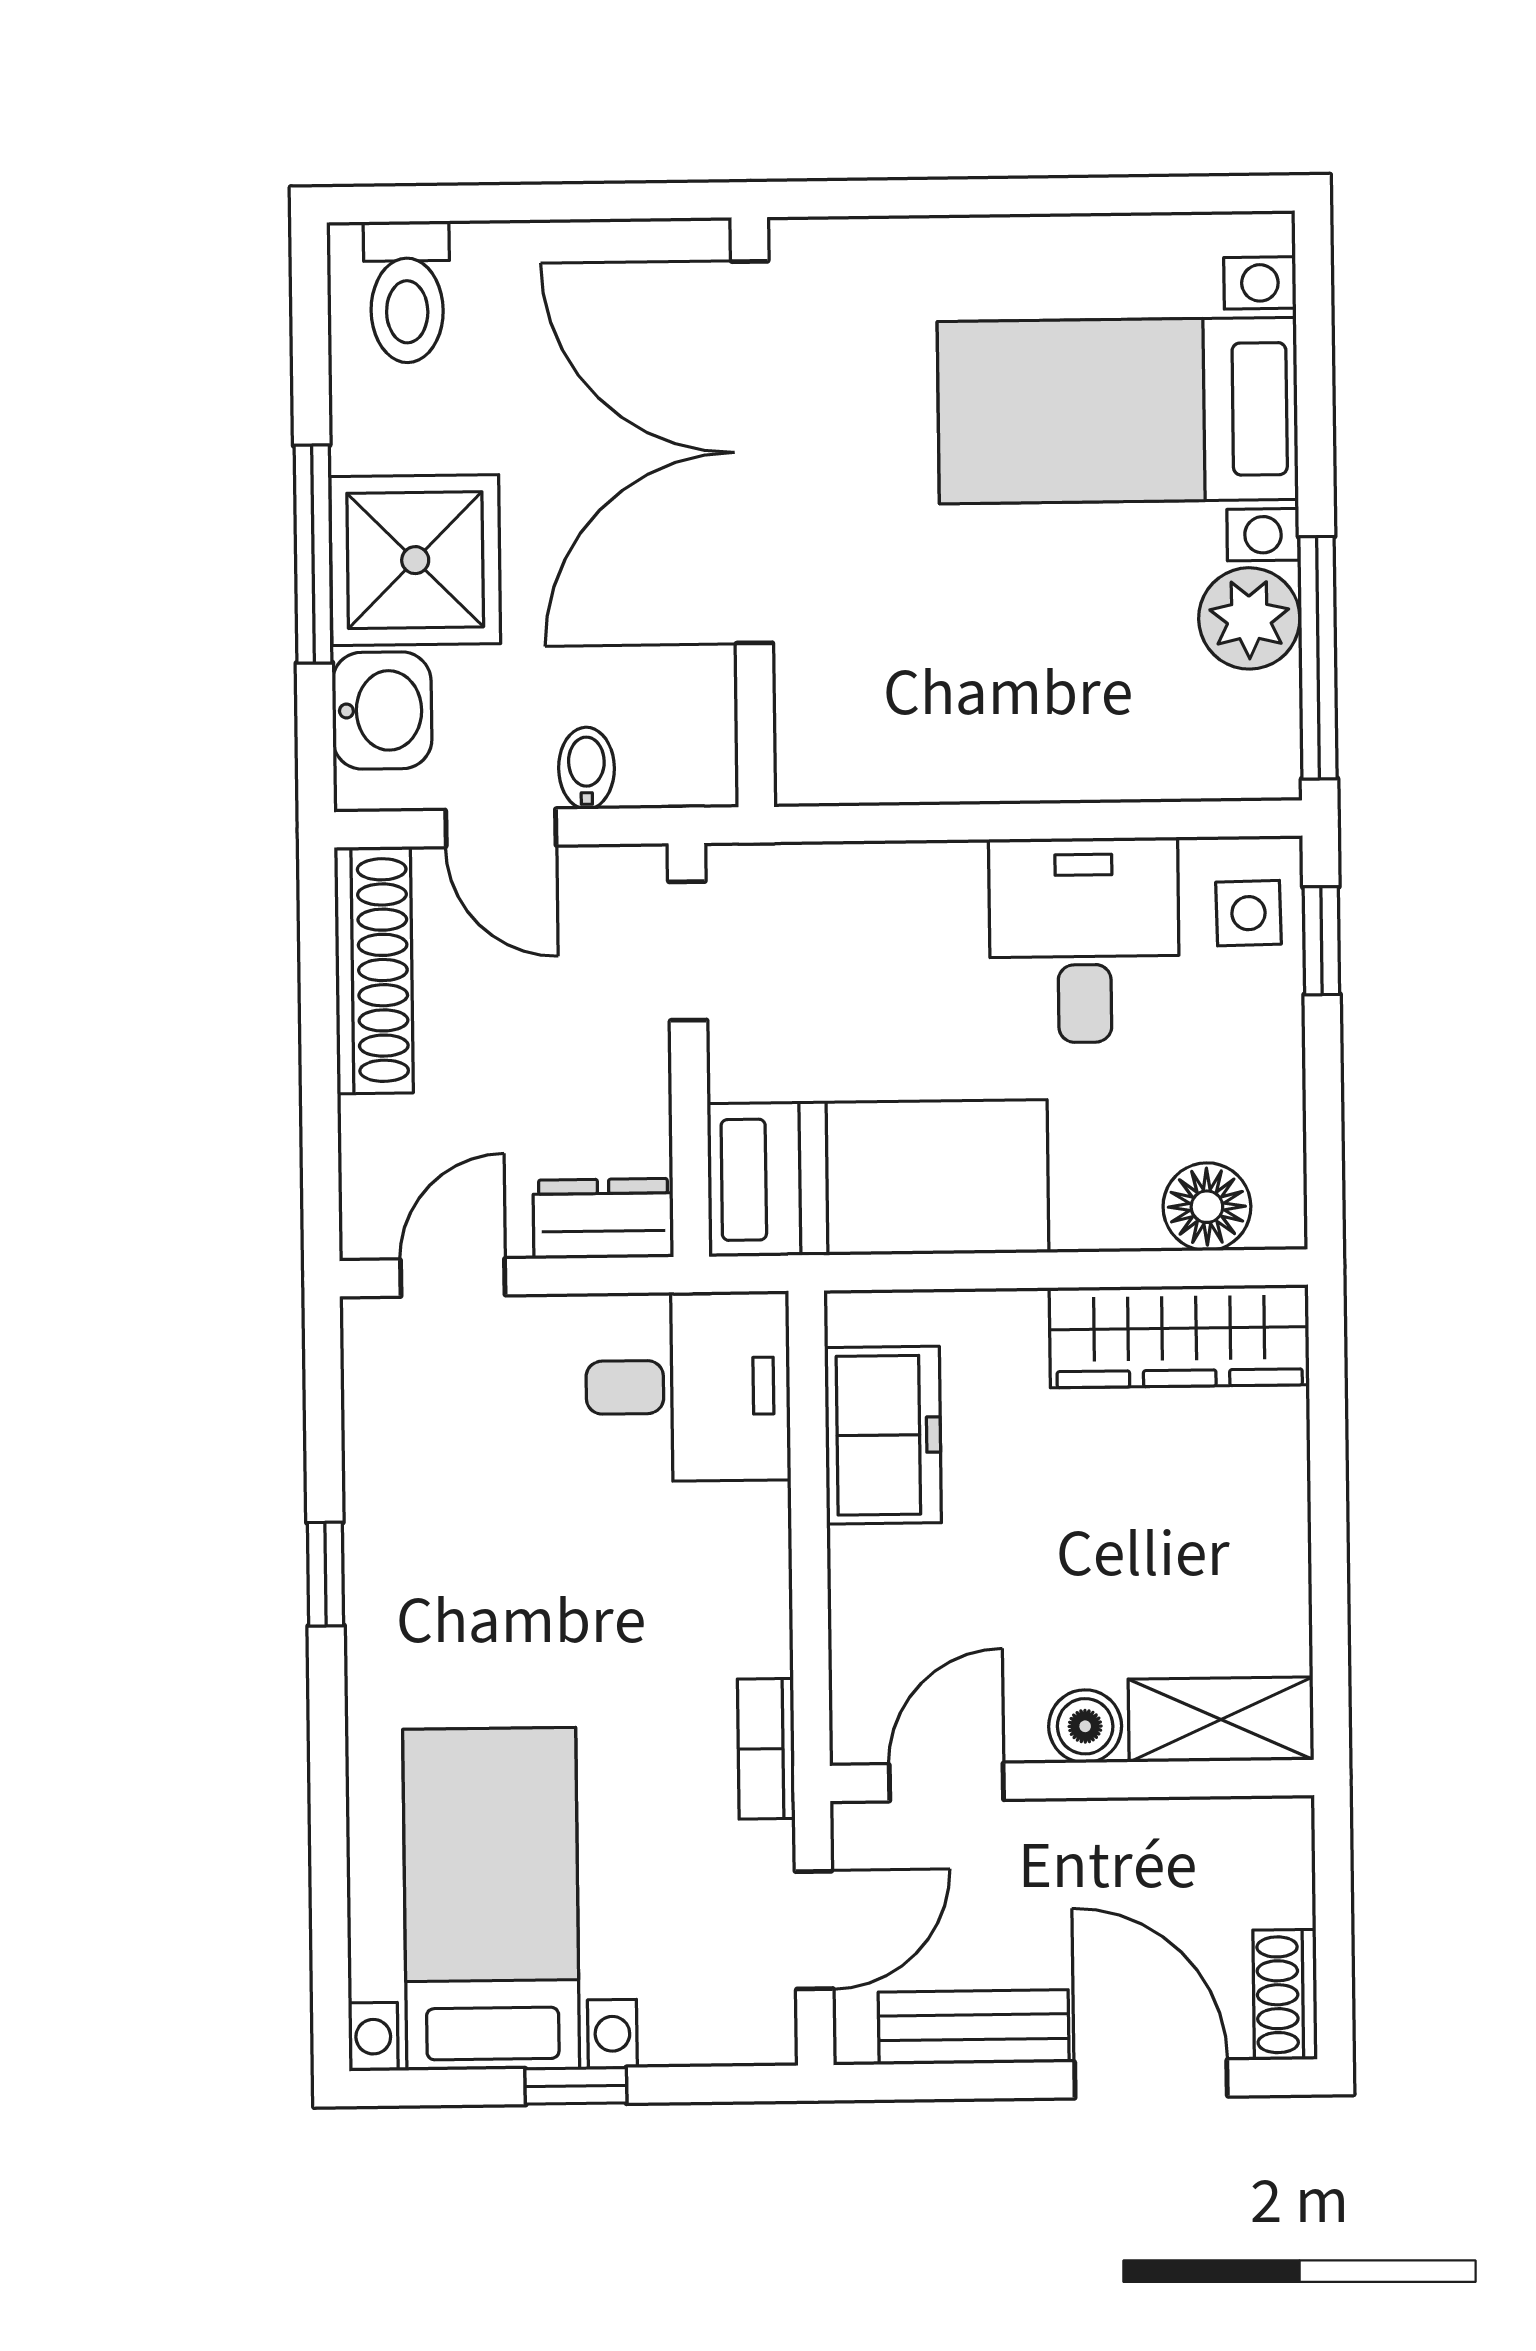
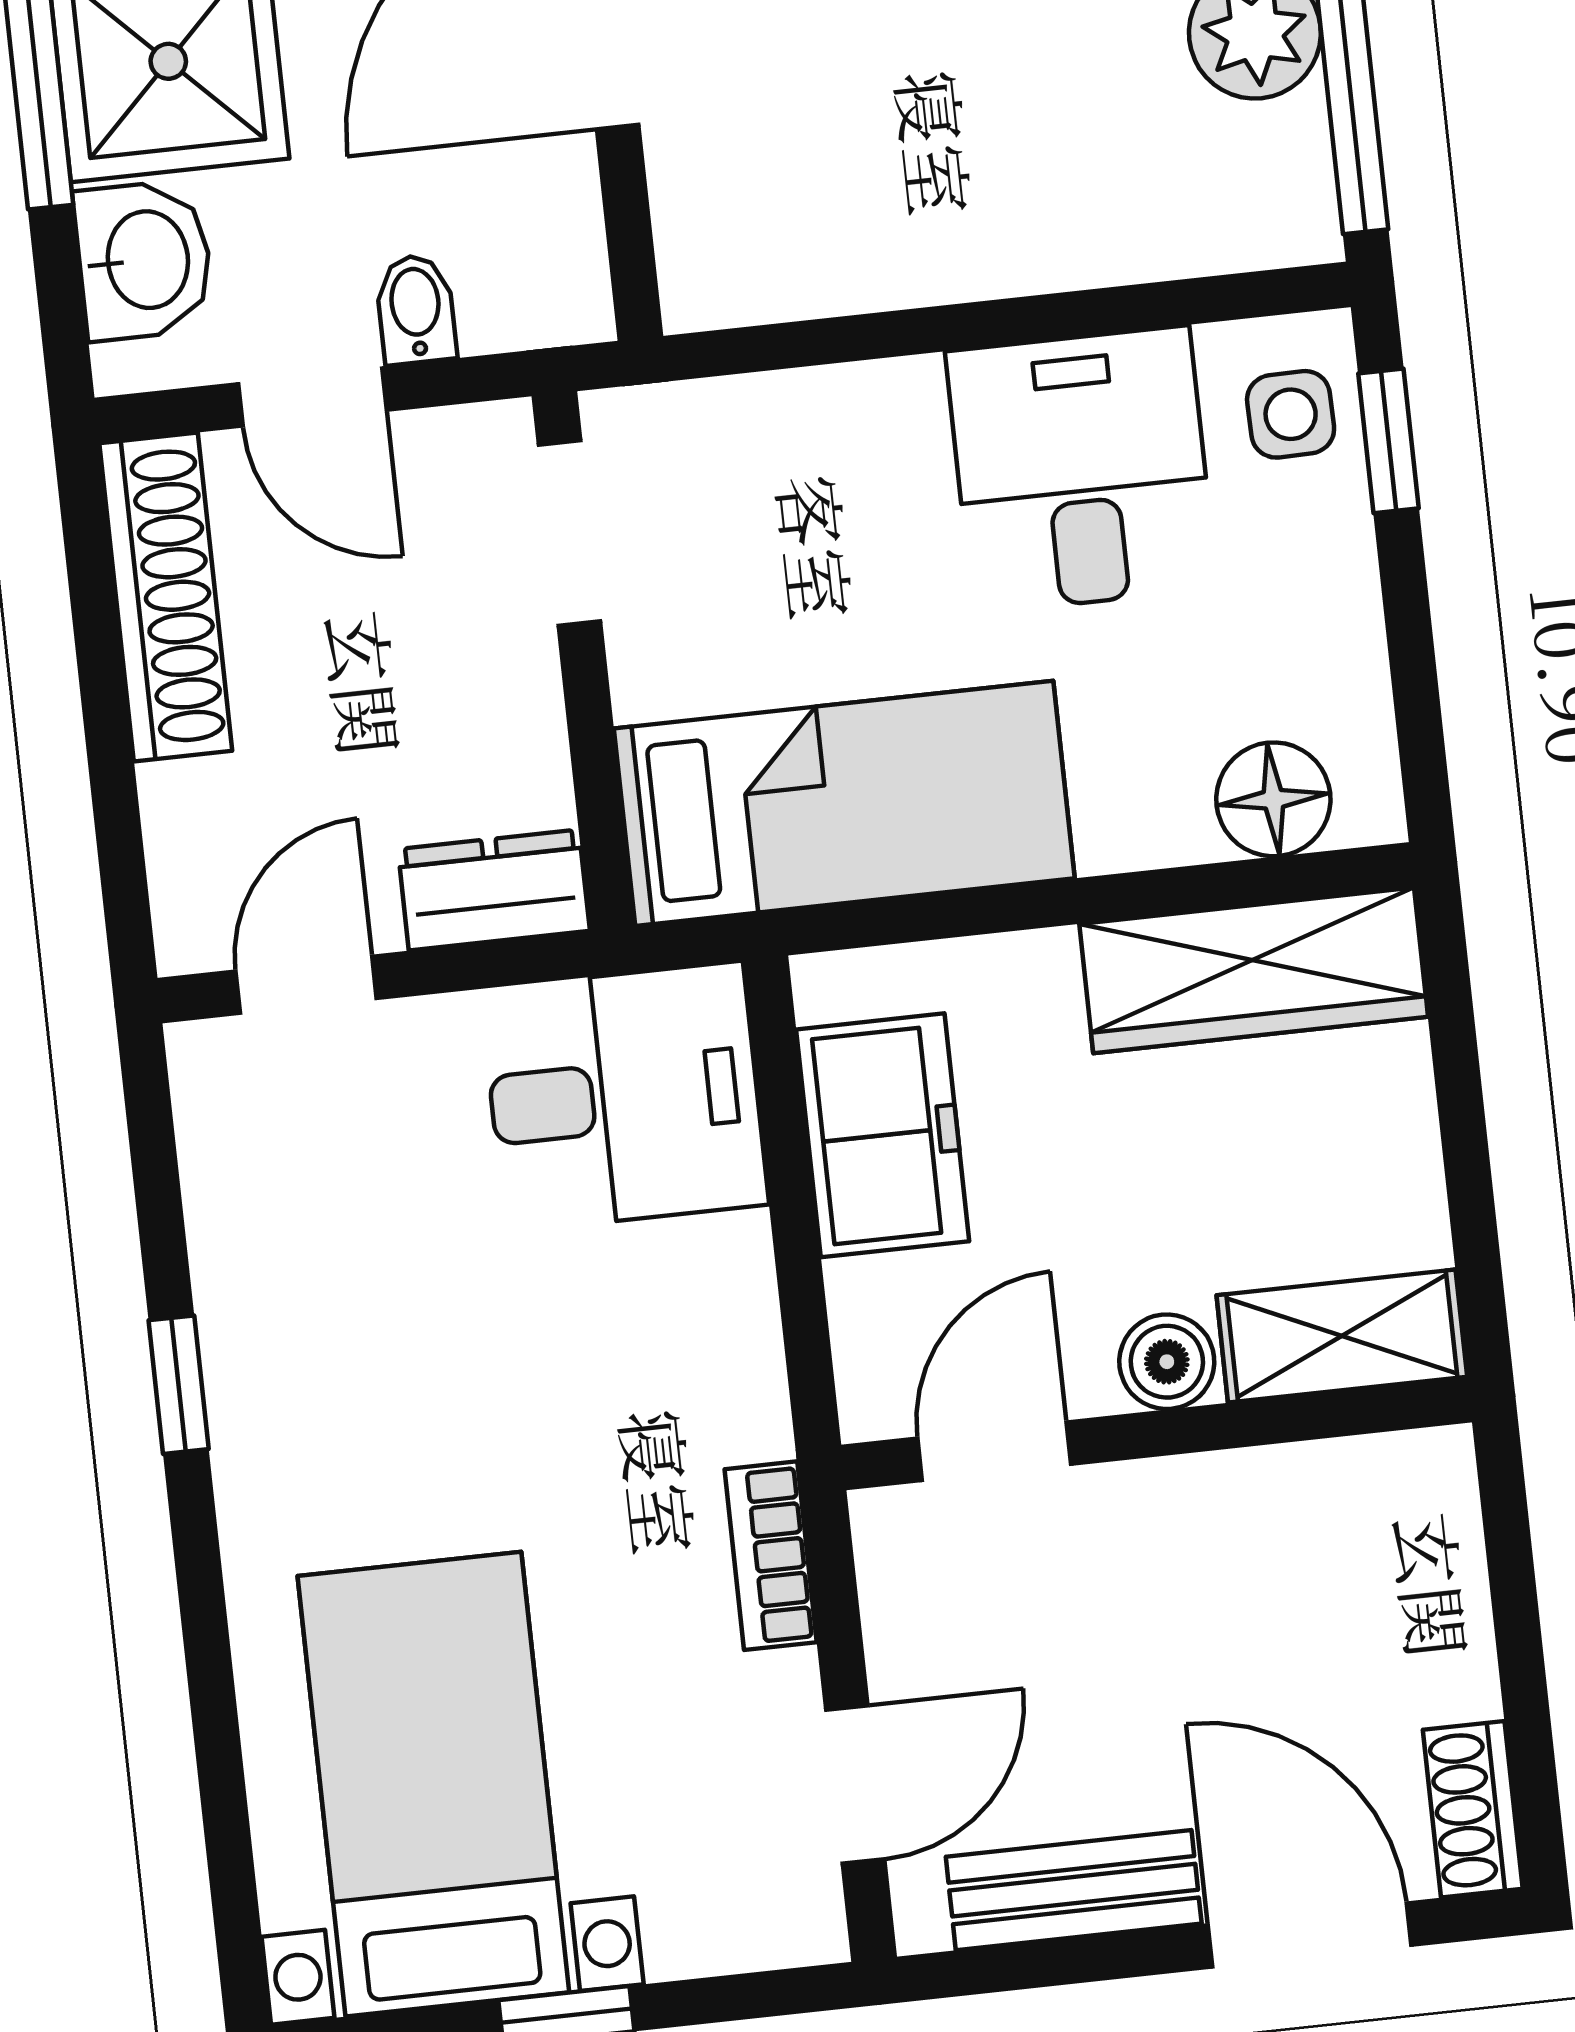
shelving: (1221, 1719) -> (1342, 1336), moved
boiler: (1085, 1726) -> (1167, 1362), moved
wall: (1072, 1780) -> (1157, 1434), moved
door: (946, 1782) -> (994, 1451), moved

